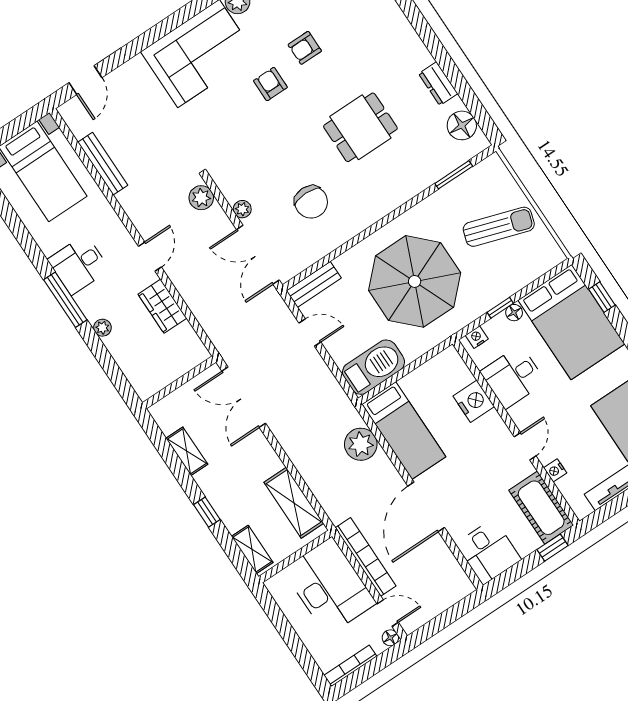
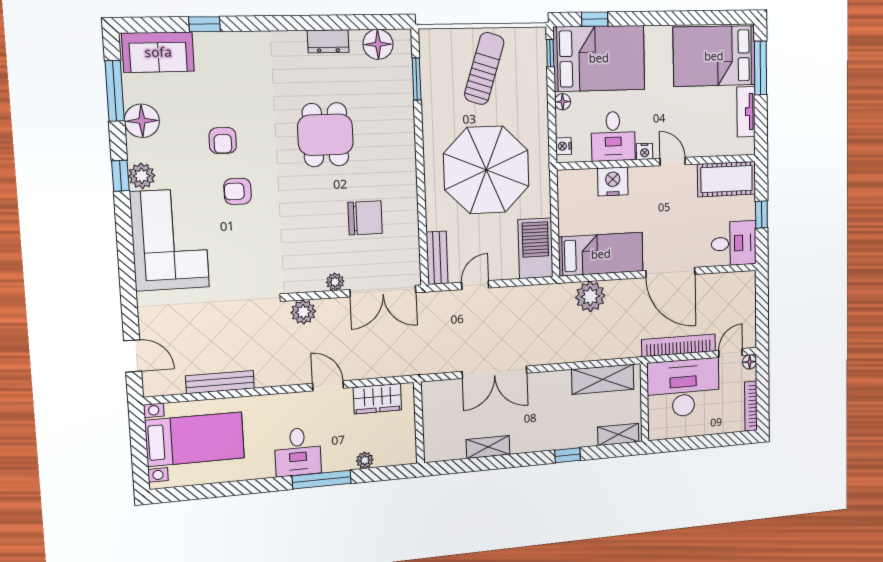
window: (500, 308) -> (550, 53), moved
wall: (179, 382) -> (419, 423), moved
shelving: (187, 451) -> (488, 447), moved
nightstand: (555, 470) -> (645, 151), moved
window: (552, 548) -> (761, 214), moved

